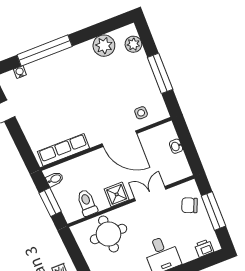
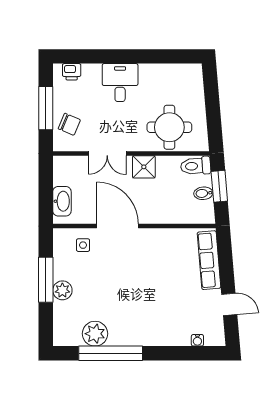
plant: (133, 44) -> (62, 290), moved
window: (45, 51) -> (111, 353), moved
washbasin: (176, 146) -> (62, 201), width x1.91, depth x1.45
row of seats: (63, 150) -> (209, 260), moved, turned 85
bidet: (55, 179) -> (203, 193), moved
toilet: (87, 203) -> (196, 166), moved, turned 85

